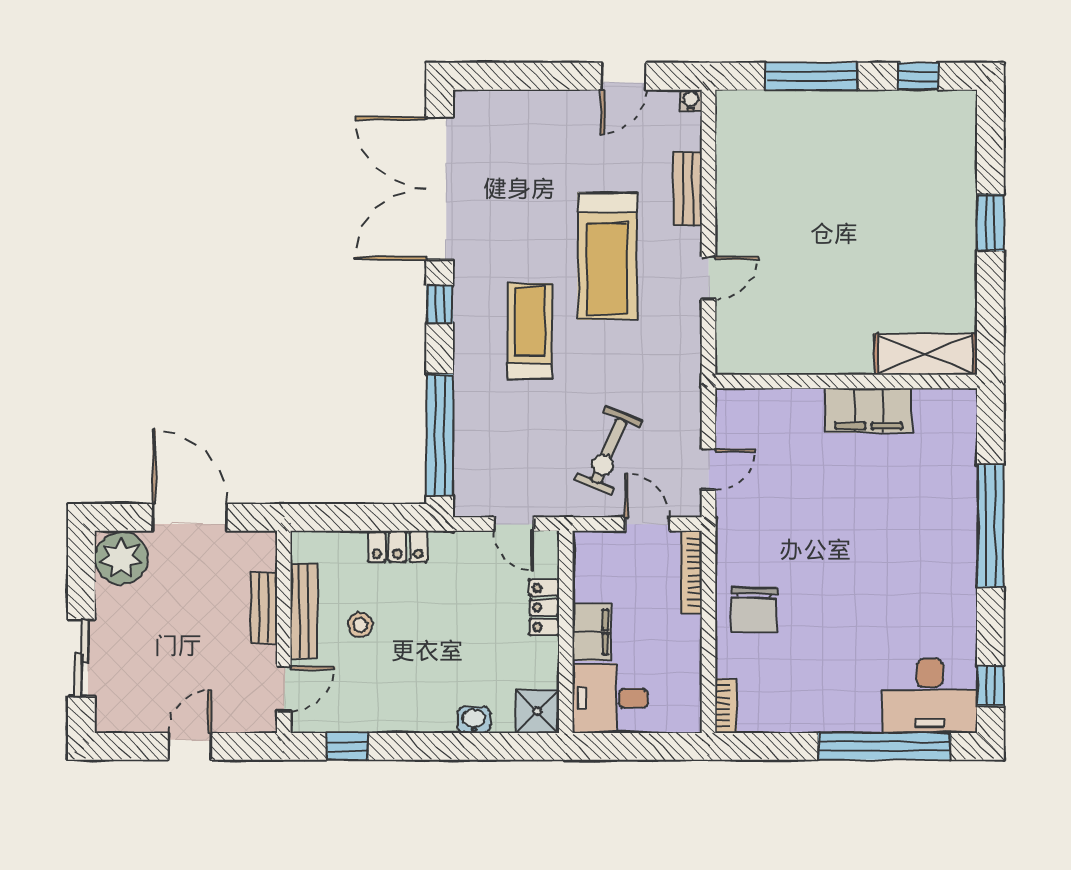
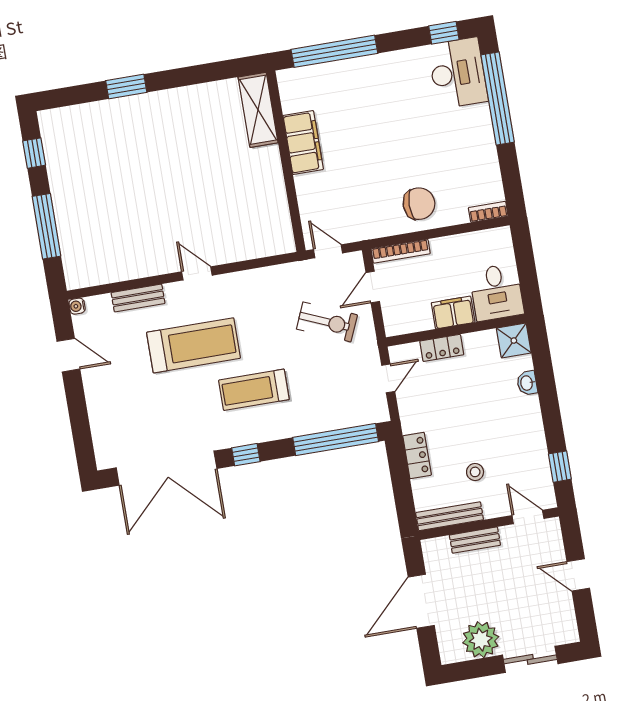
shelving: (926, 354) -> (258, 110), moved
wall: (846, 381) -> (286, 161), moved
filing cabinet: (869, 410) -> (303, 142), moved
plant: (121, 558) -> (481, 640), moved
bench: (304, 611) -> (450, 516), moved

